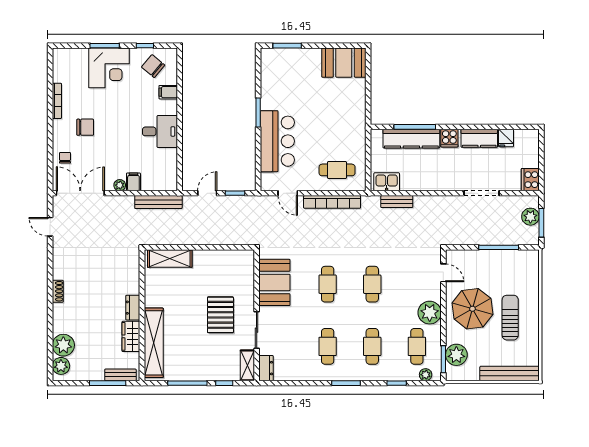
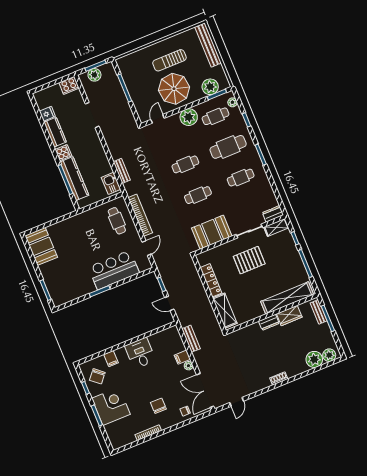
bench: (158, 202) -> (191, 339), width x0.73
locker: (215, 257) -> (211, 280), added
cafe table: (372, 346) -> (228, 147), width x1.37, depth x1.35

